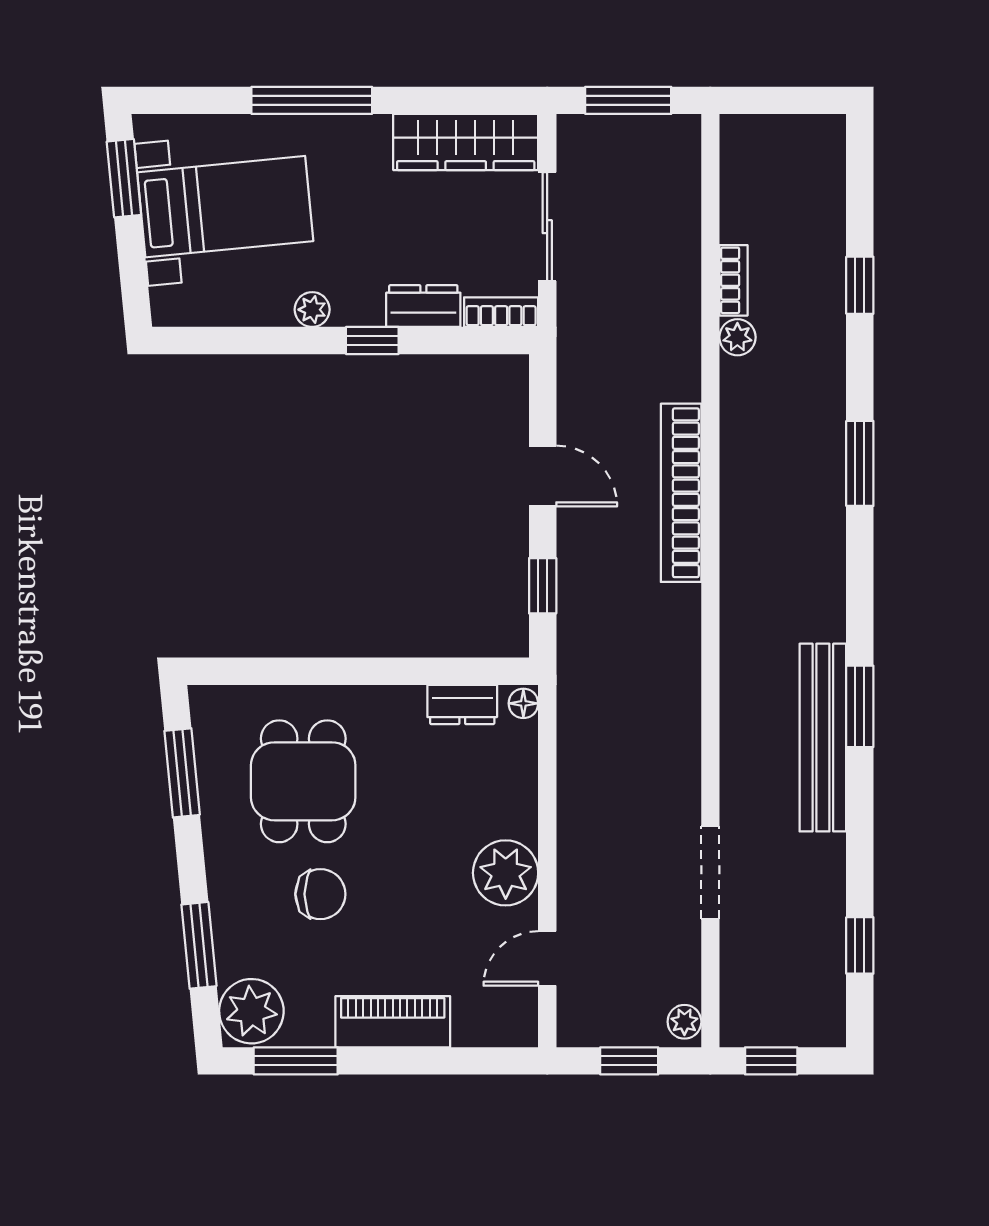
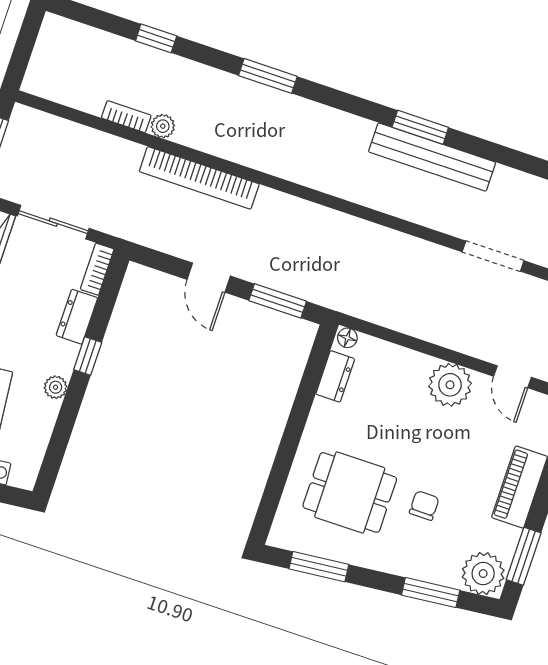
door: (543, 476) -> (209, 278), swing flipped
bookcase: (681, 493) -> (199, 178), moved
window: (543, 586) -> (278, 301), width x1.50
chair: (320, 894) -> (424, 506), width x0.73, depth x0.73

